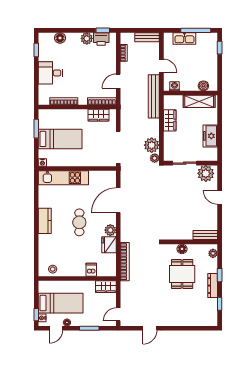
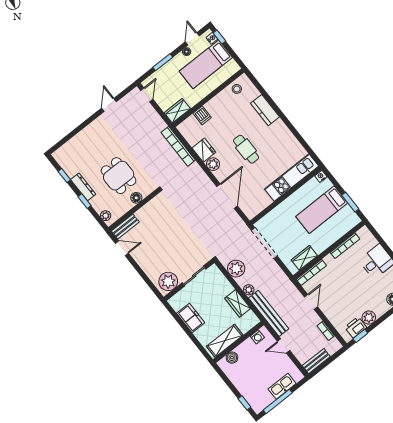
plant: (155, 158) -> (249, 290), moved
door: (220, 197) -> (122, 248), moved
kitchen counter: (45, 221) -> (265, 110), moved

